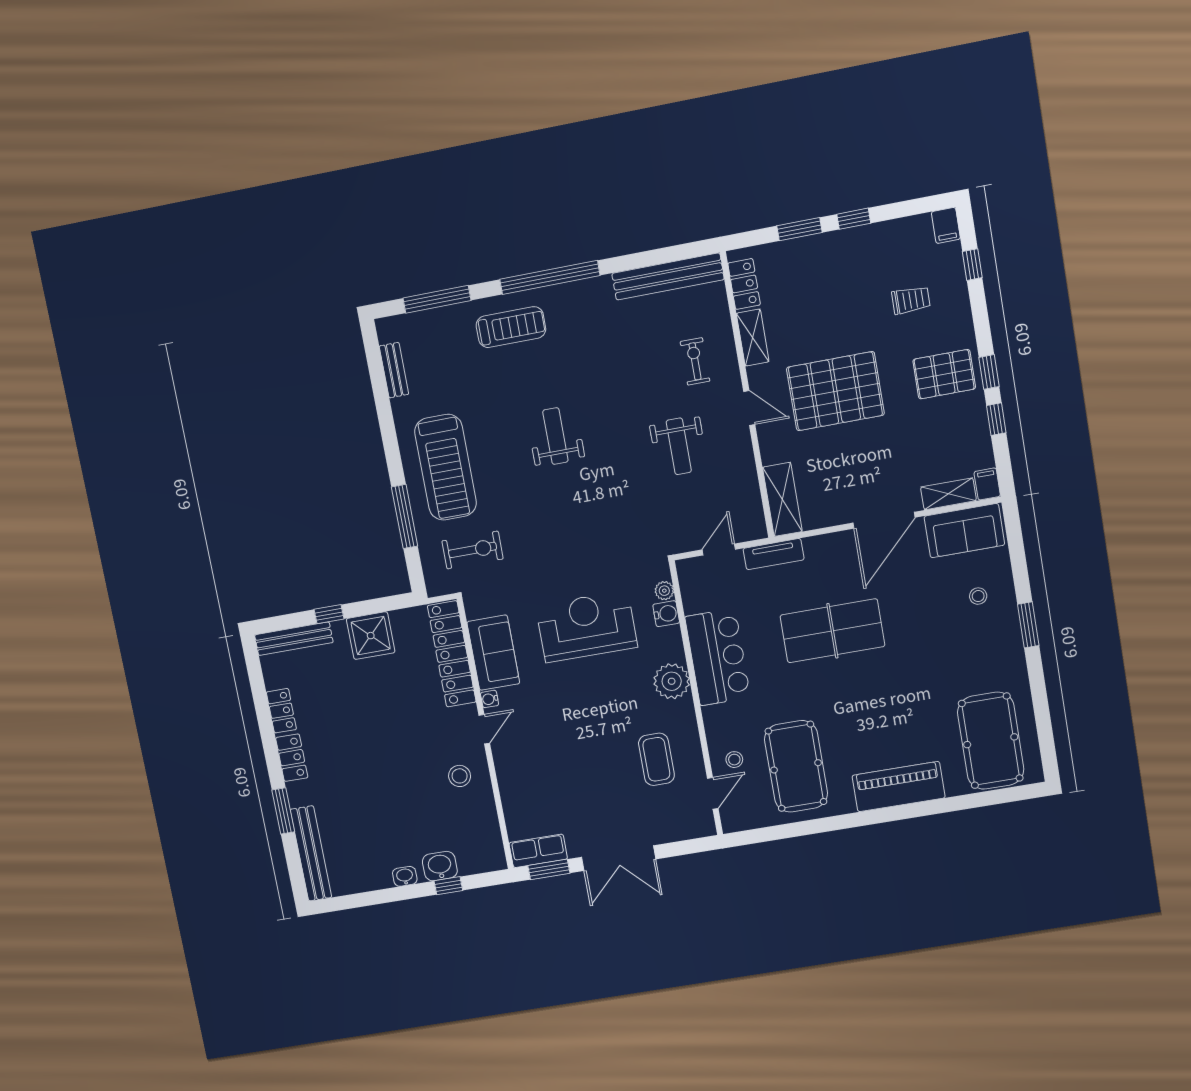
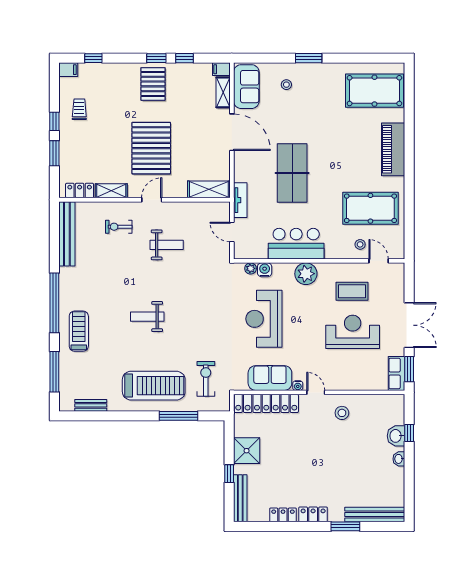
trolley: (911, 300) -> (79, 109), moved
reception desk: (592, 771) -> (353, 332), added

